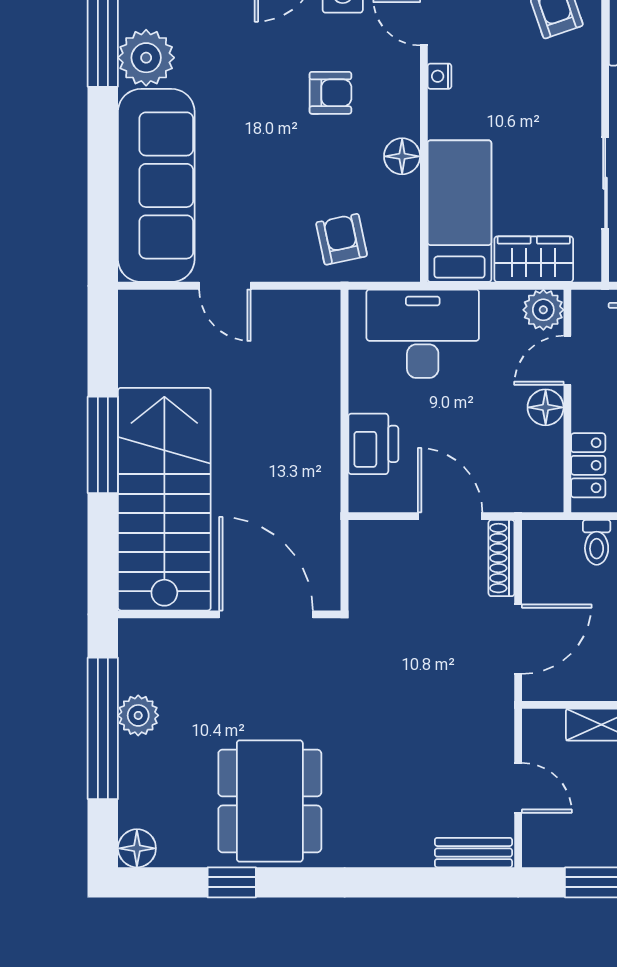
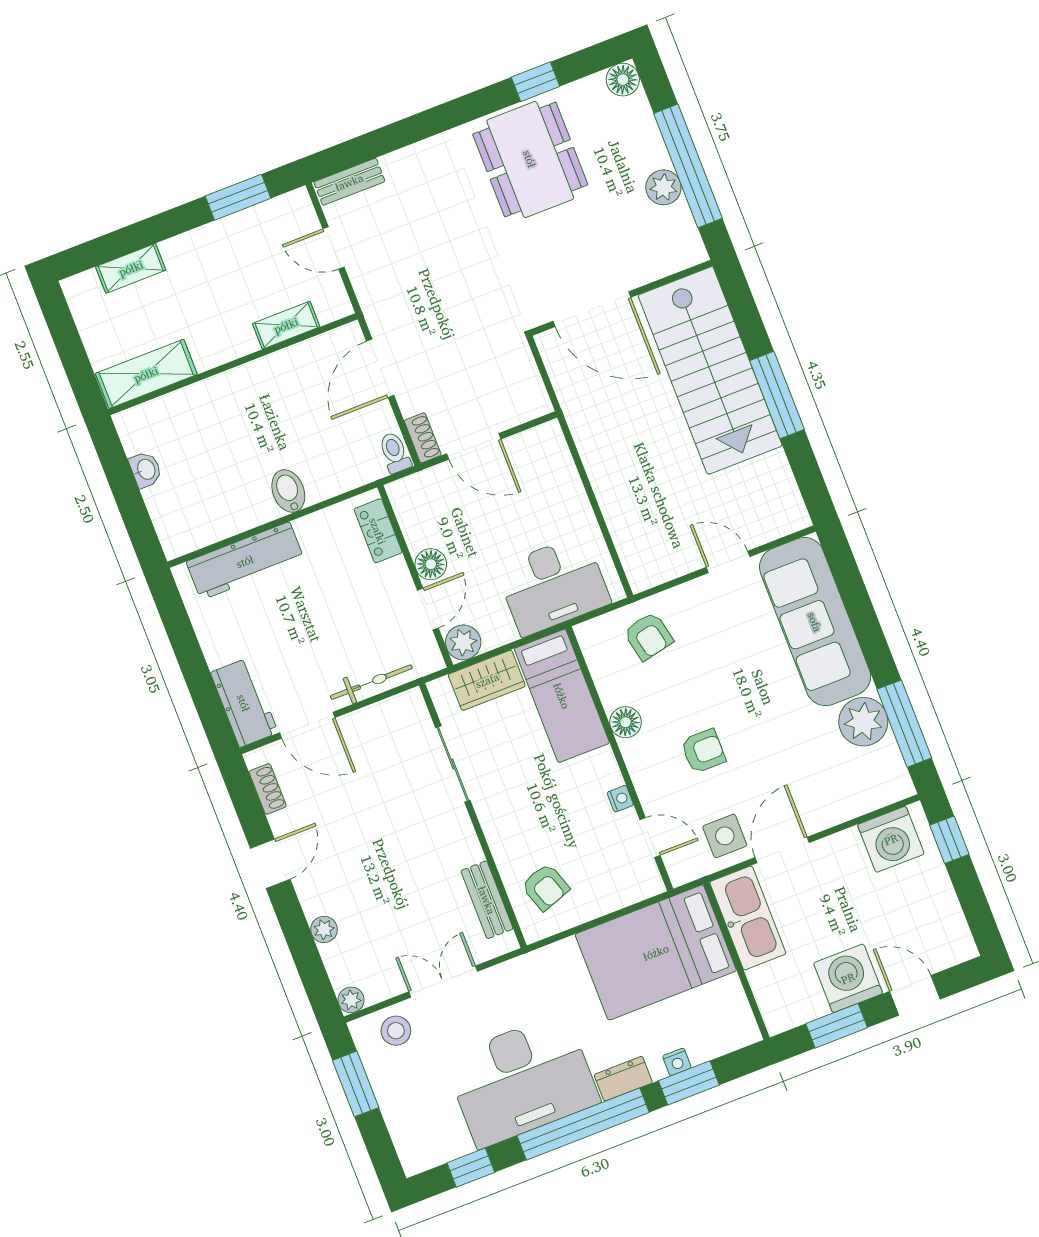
armchair: (330, 93) -> (703, 751), turned 180
printer: (373, 444) -> (559, 481), removed
toilet: (597, 542) -> (395, 453), moved
shoe rack: (501, 558) -> (423, 438), width x0.70

